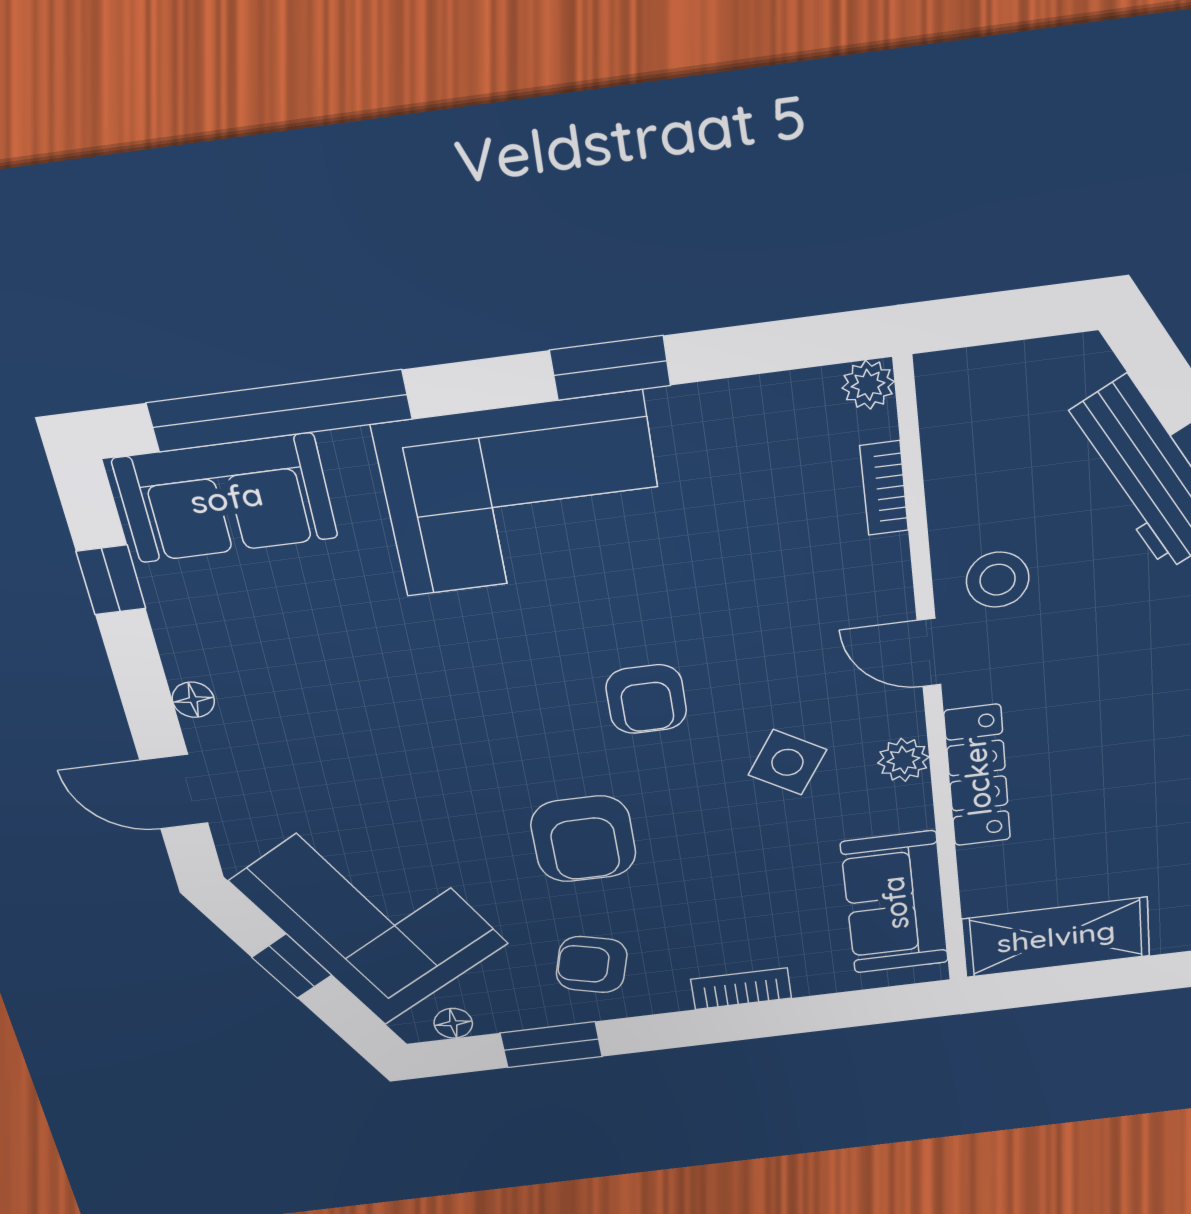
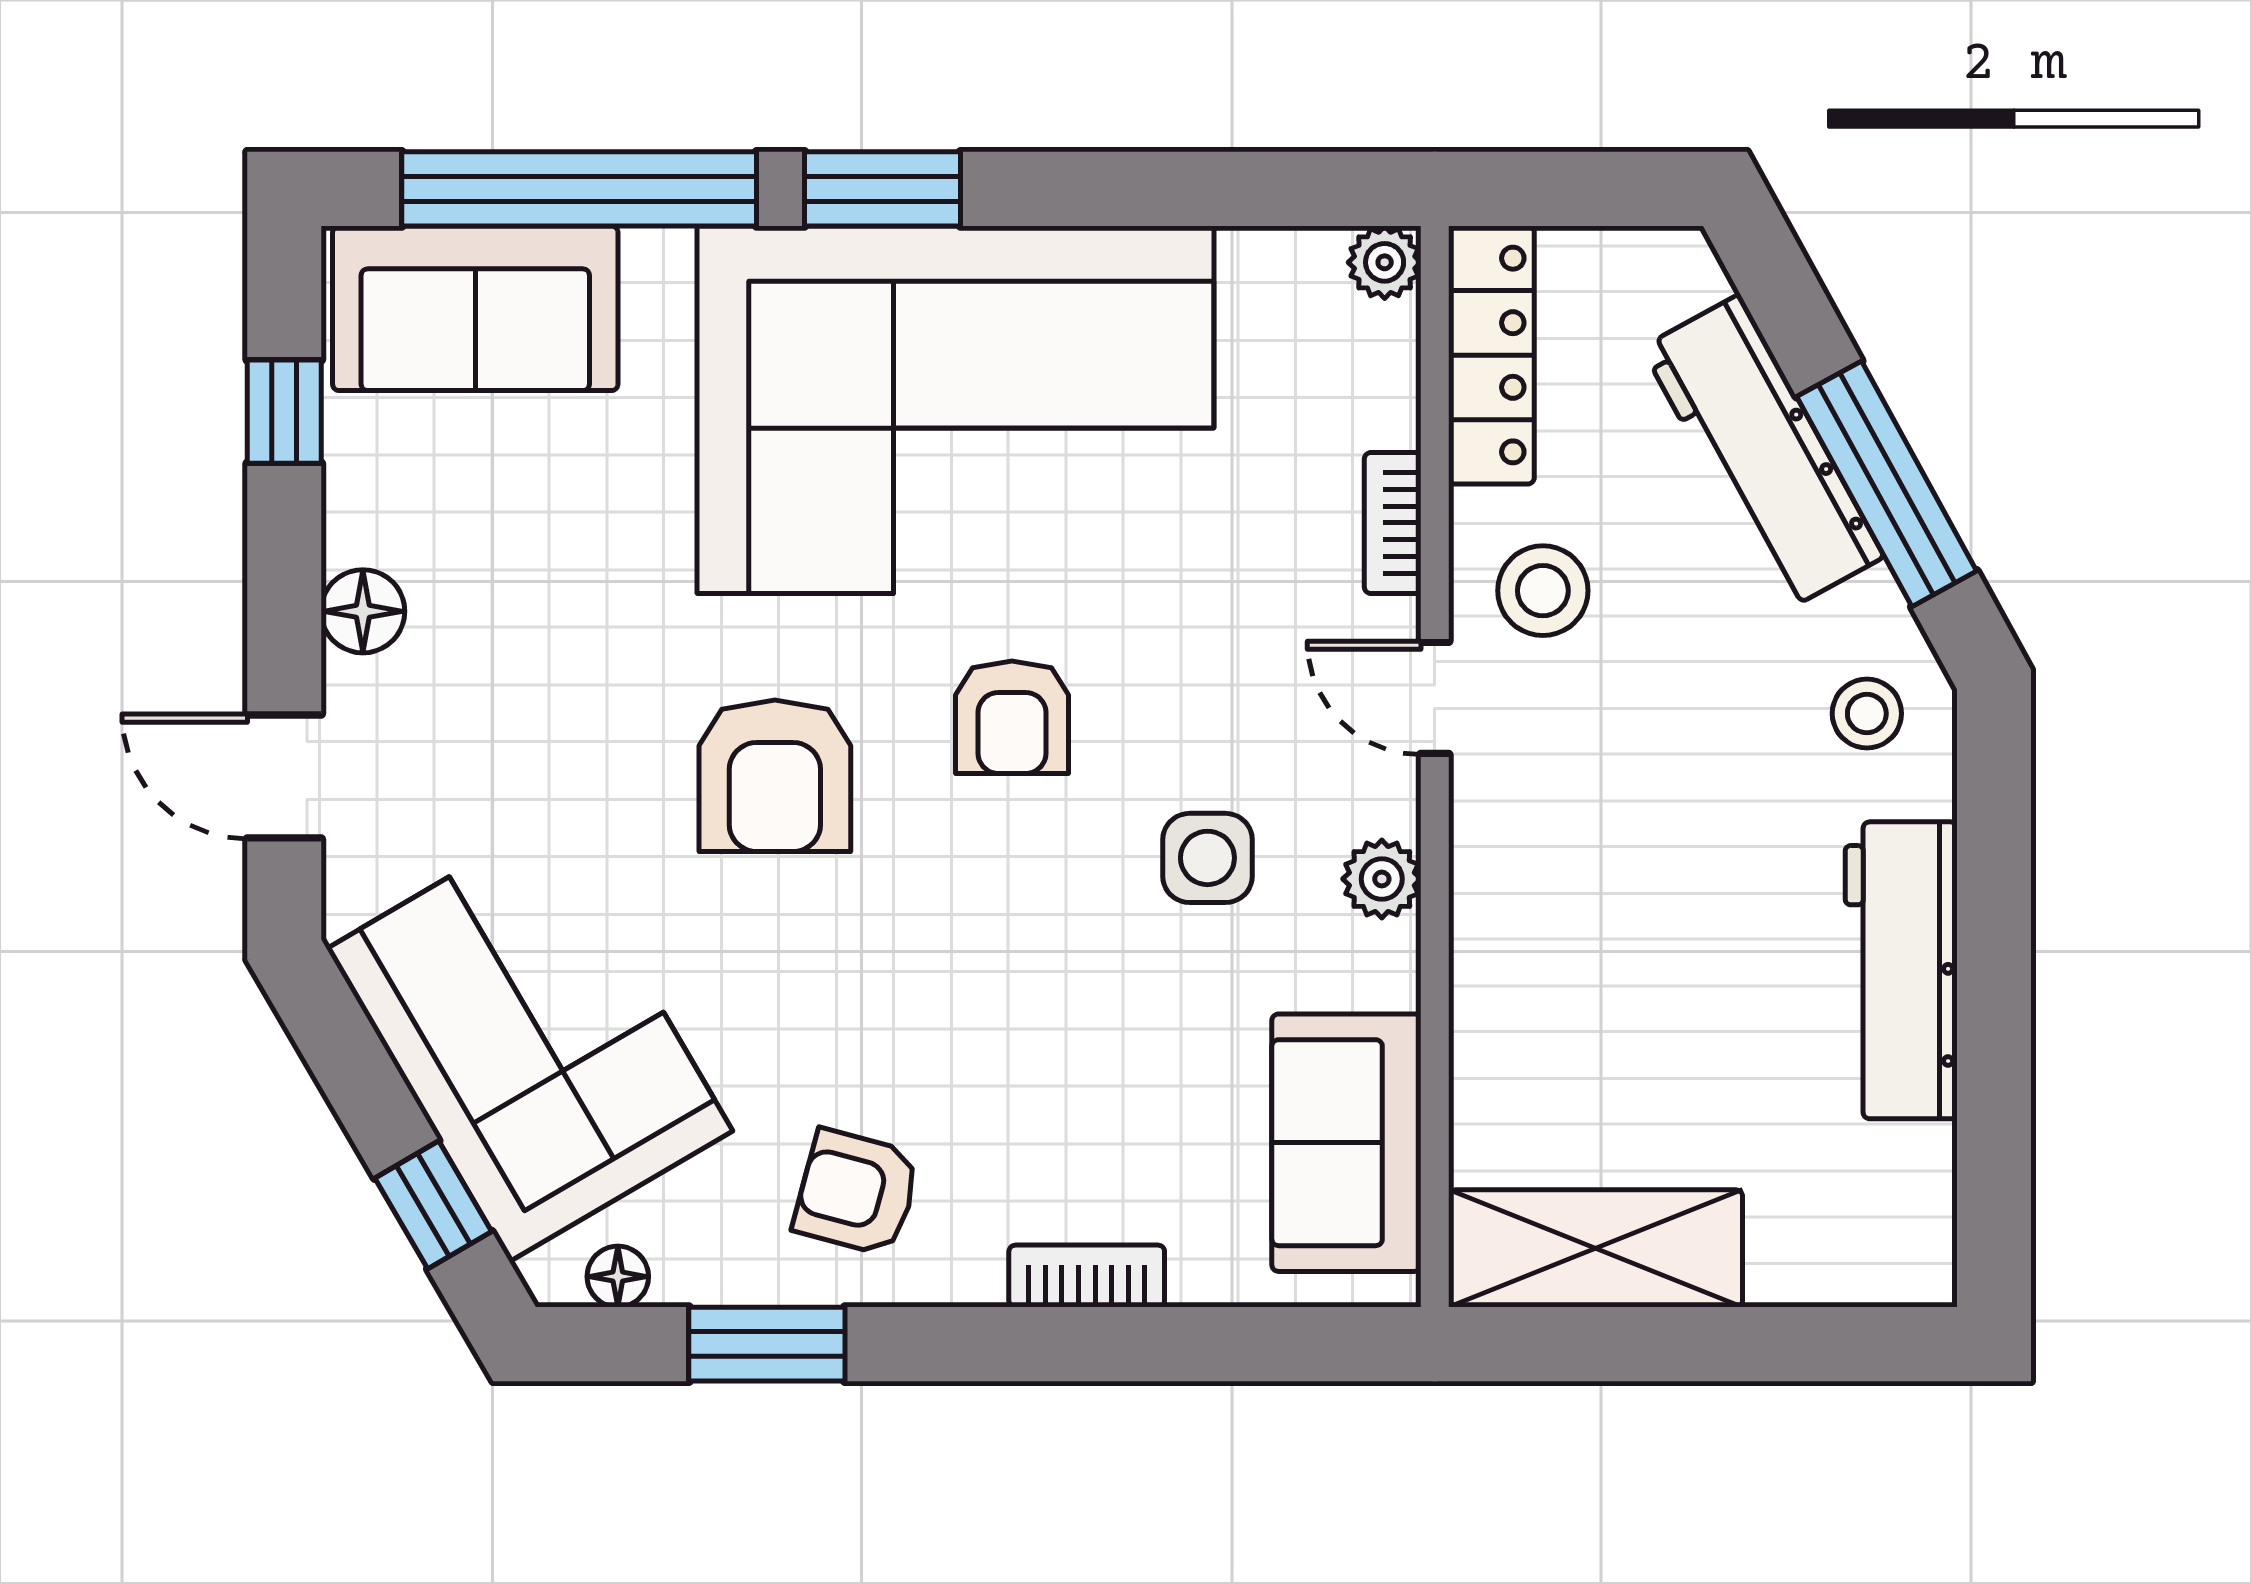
window: (610, 368) -> (883, 189), moved
bookcase: (884, 488) -> (1393, 523), moved
corner sofa: (522, 495) -> (955, 410), width x1.36, depth x1.36
floor lamp: (193, 700) -> (363, 611), width x1.37, depth x1.37
side table: (787, 762) -> (1207, 858), turned -32
locker: (977, 776) -> (1491, 355), moved
armchair: (583, 839) -> (775, 776), moved
window: (292, 966) -> (433, 1205), moved

